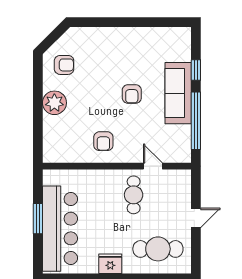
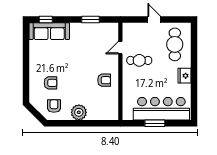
window: (196, 70) -> (46, 19), moved
sofa: (178, 93) -> (49, 31), moved
armchair: (132, 94) -> (51, 83), moved
window: (196, 121) -> (91, 19), width x0.47

